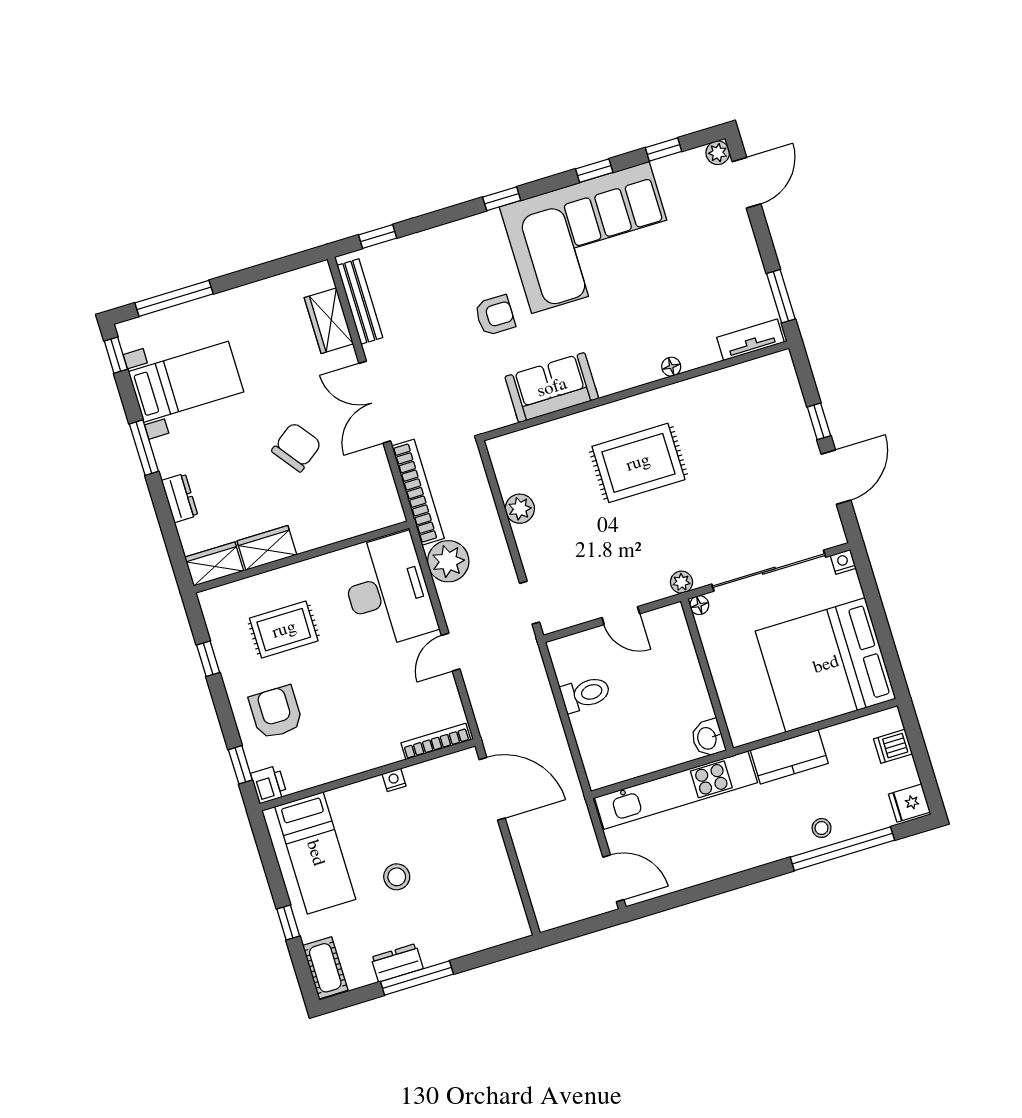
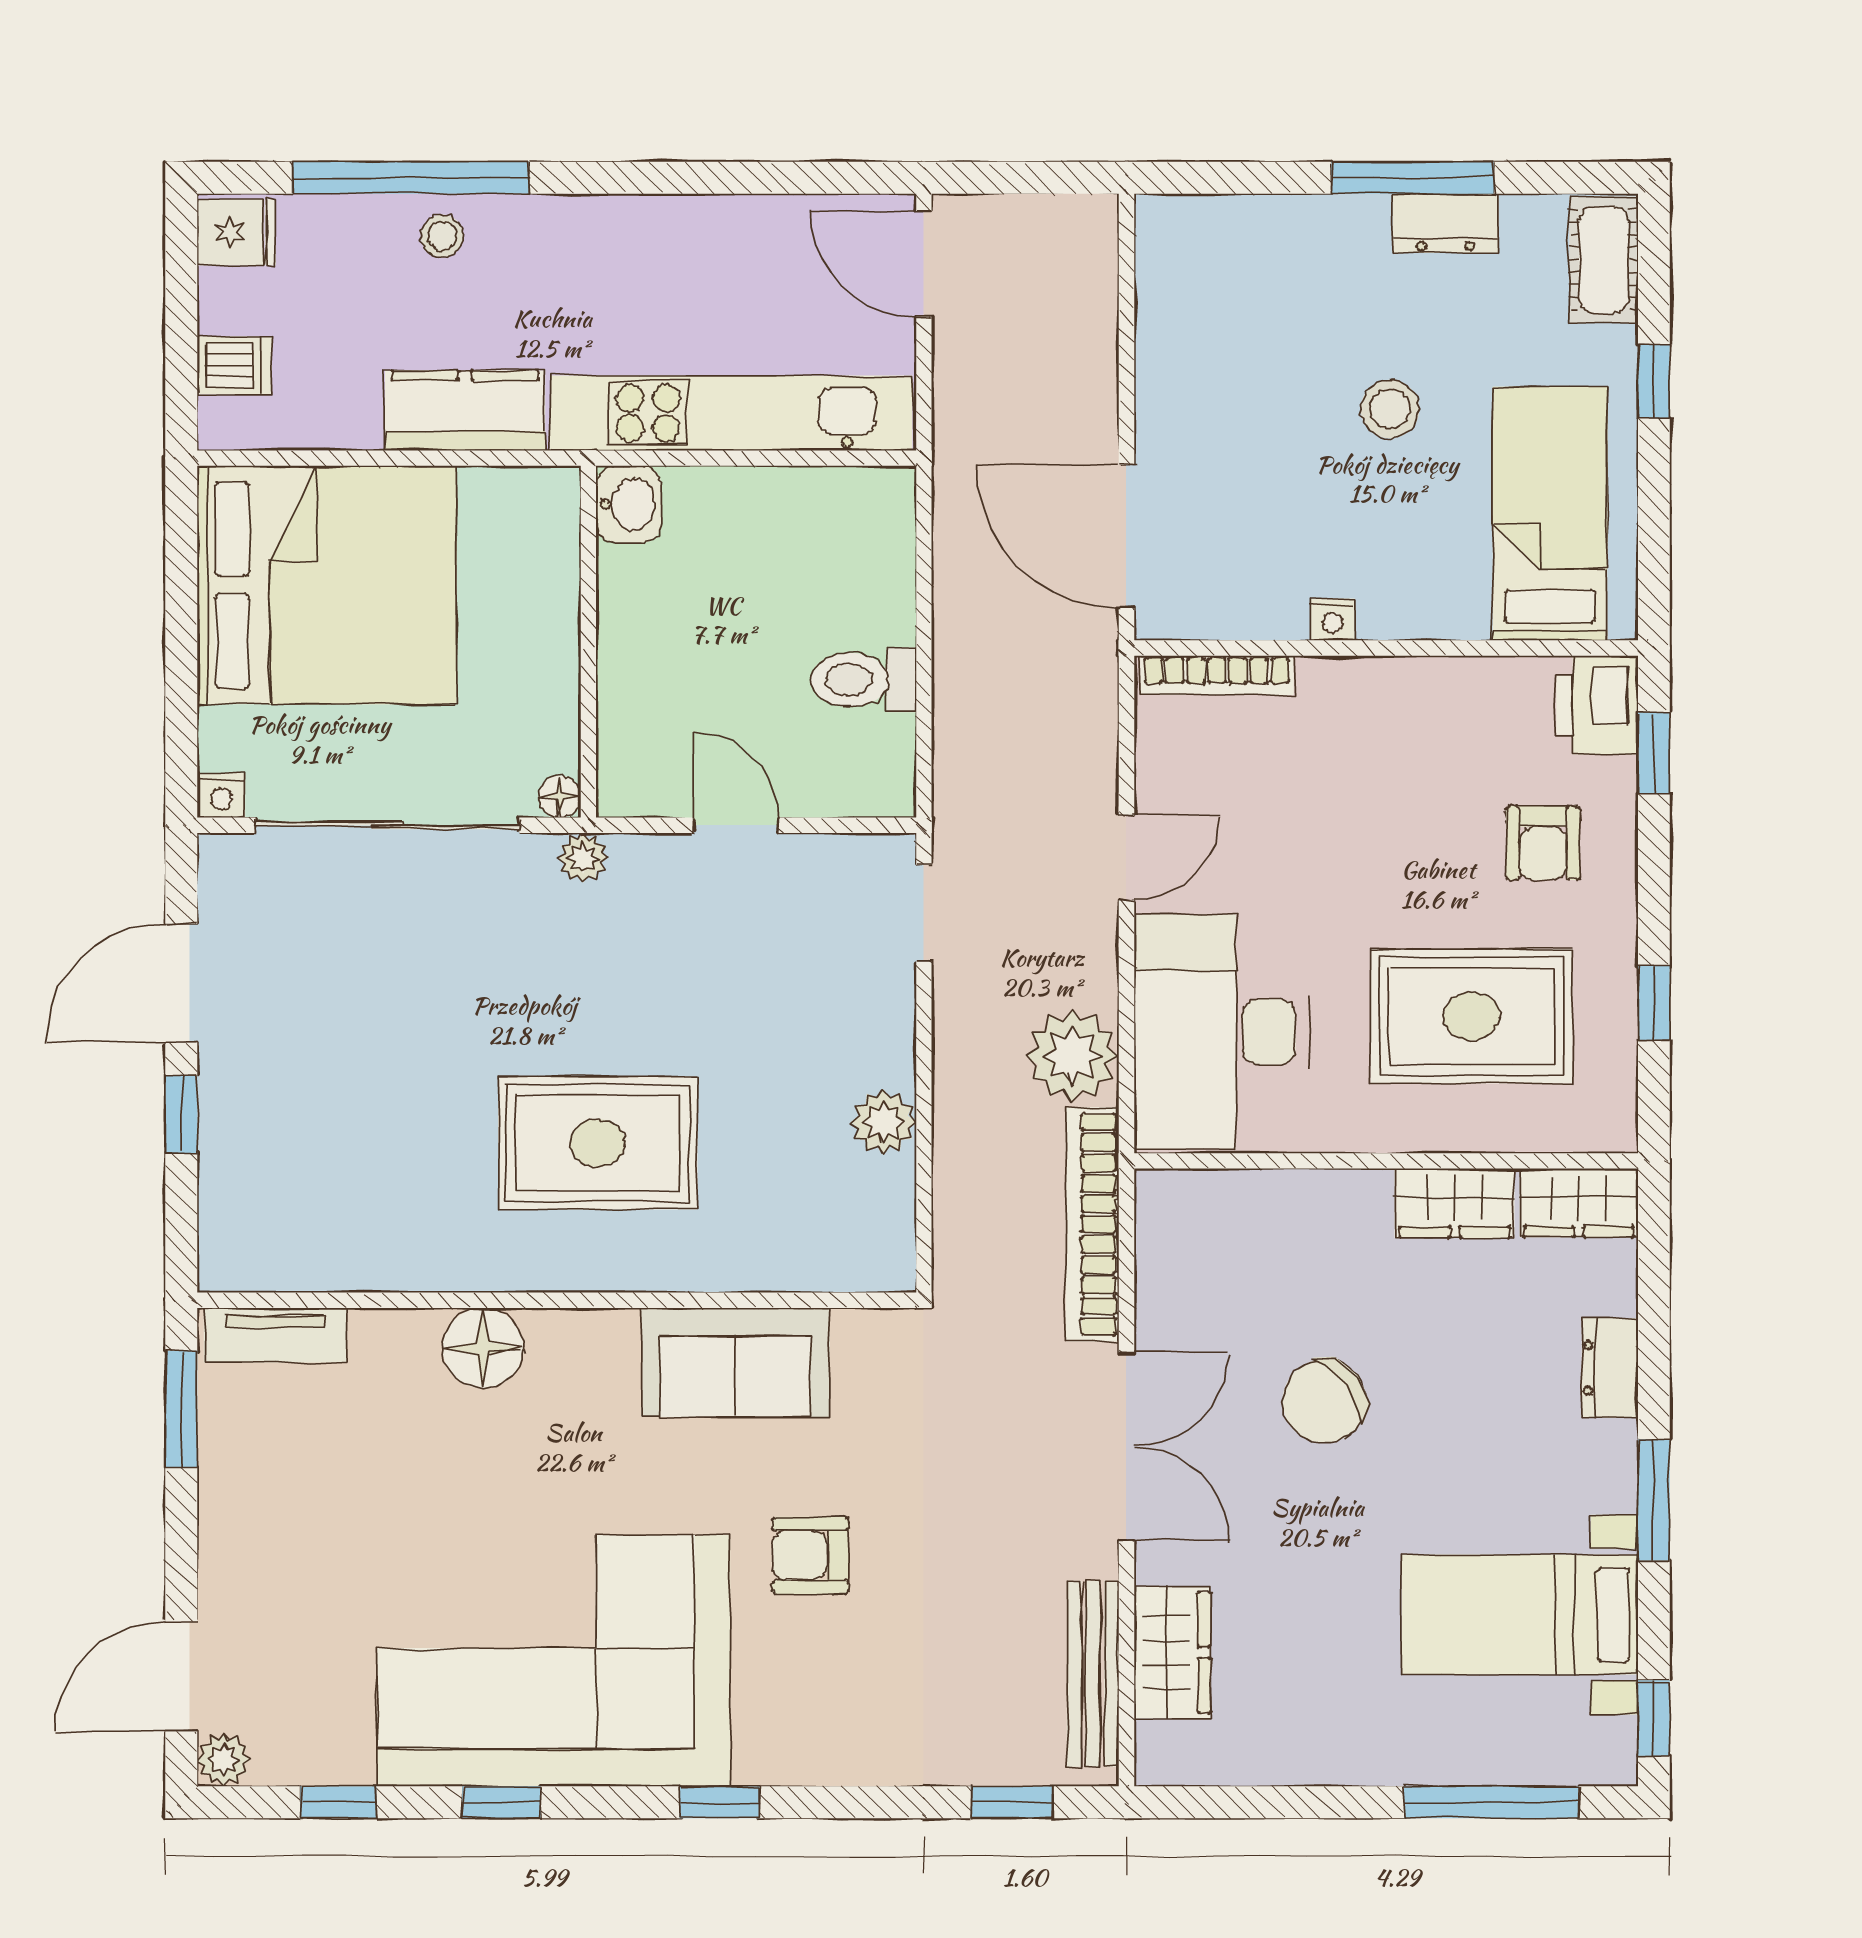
floor lamp: (671, 367) -> (483, 1348), width x1.89, depth x1.89
rug: (284, 630) -> (1472, 1016), width x1.36, depth x1.43
armchair: (276, 712) -> (1543, 843), width x0.72, depth x0.72
printer: (269, 784) -> (1597, 705), width x1.36, depth x1.24

